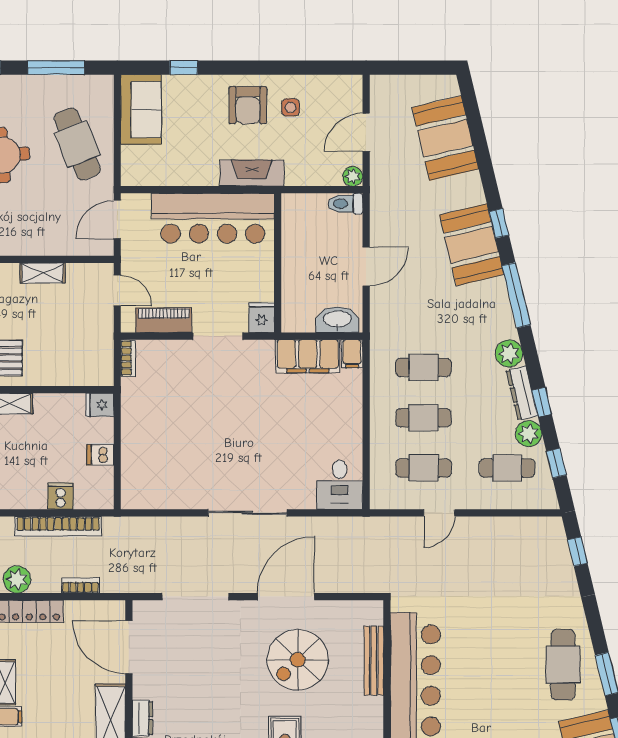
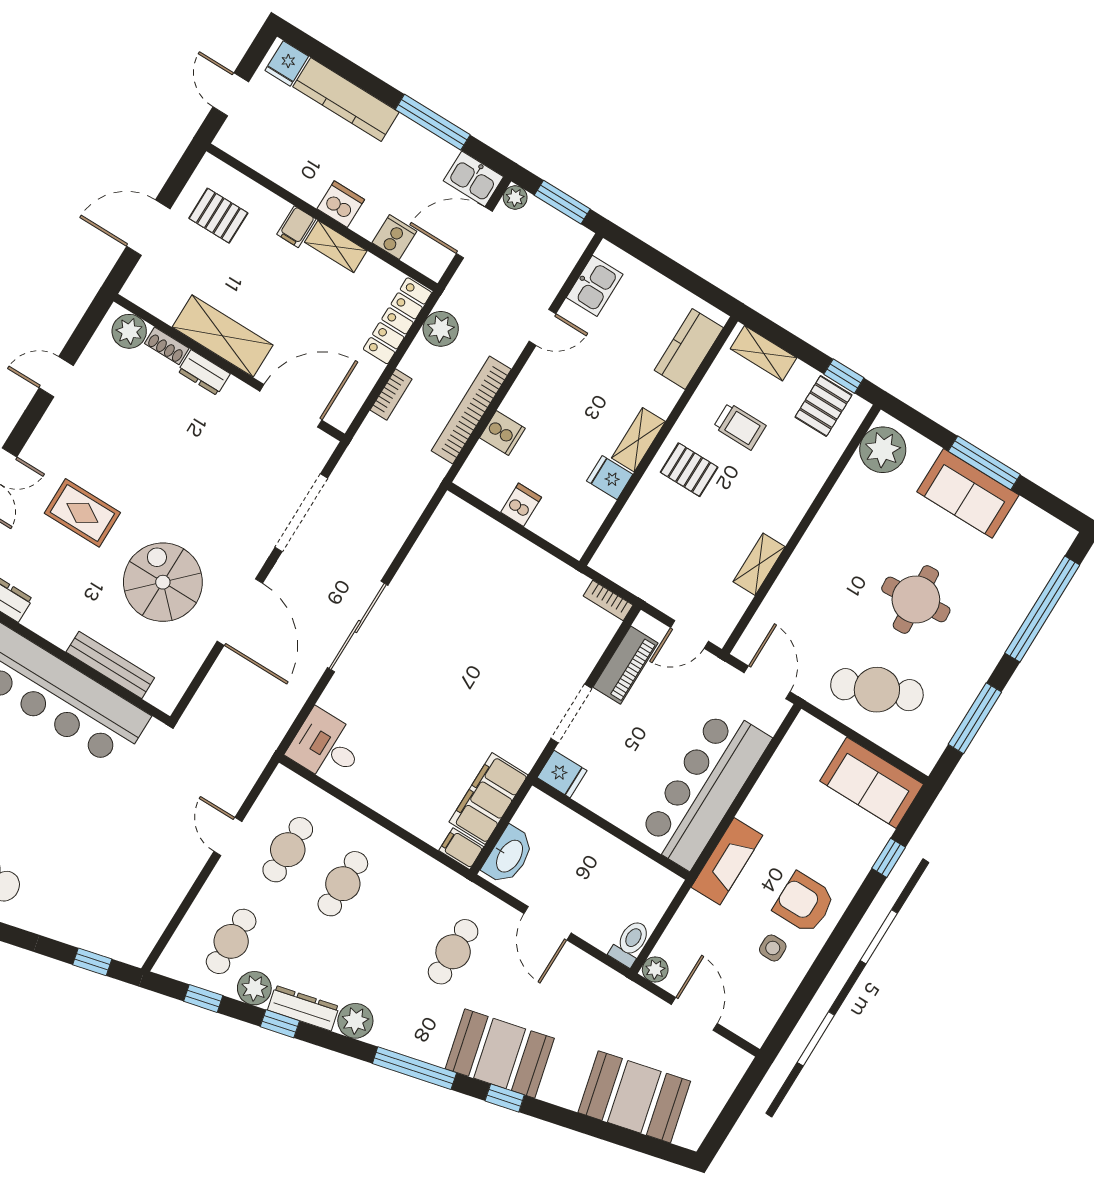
cafe table: (423, 367) -> (453, 952), moved
fridge: (100, 405) -> (610, 478), moved, turned -90

